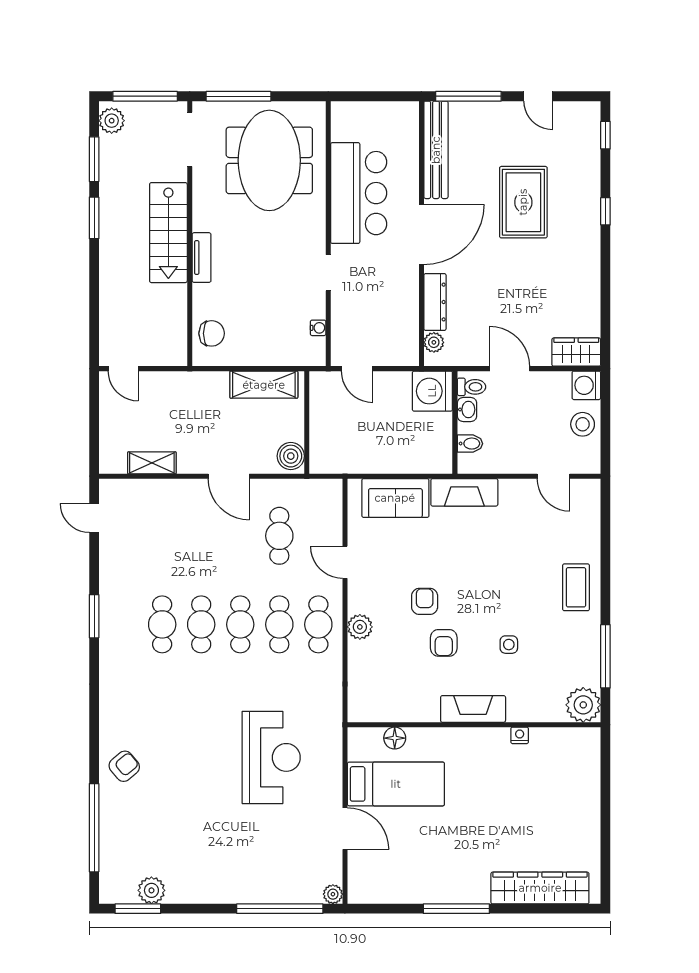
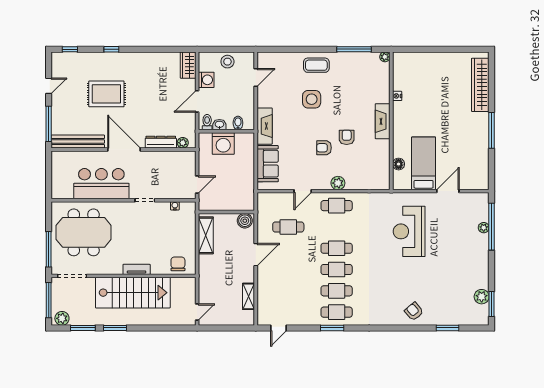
stairs: (168, 233) -> (133, 293), width x1.36, depth x1.51
washing machine: (586, 385) -> (206, 80), moved, turned -90
washing machine: (432, 391) -> (223, 143), moved
cafe table: (279, 624) -> (337, 312), moved
armchair: (444, 643) -> (347, 137), turned -90
side table: (509, 645) -> (312, 99), moved, width x1.87, depth x1.87
plant: (583, 705) -> (385, 57), width x0.53, depth x0.53
reception desk: (271, 757) -> (409, 231), turned -90
window: (94, 828) -> (447, 328), width x0.47
plant: (333, 894) -> (484, 228), moved

